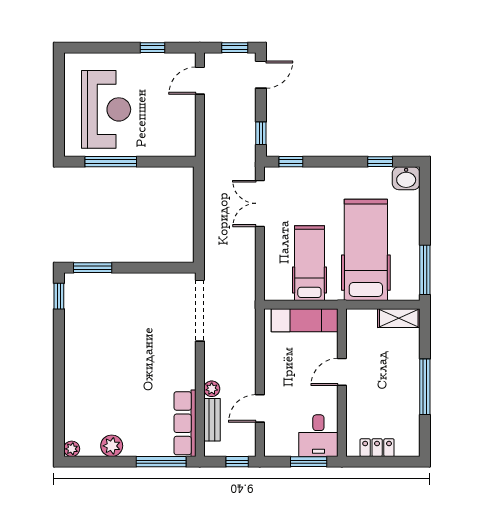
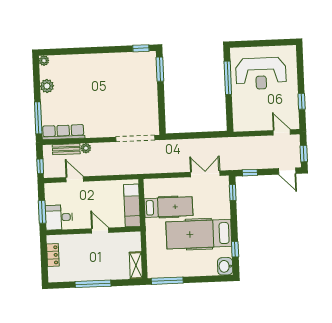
hospital bed: (366, 250) -> (199, 234), moved, turned 180

